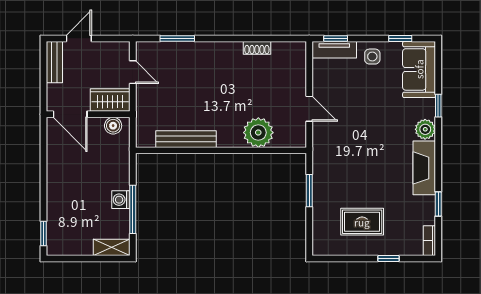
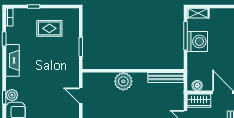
plant: (425, 129) -> (12, 95), moved
plant: (258, 133) -> (123, 81), moved
bench: (186, 139) -> (166, 77), moved
washing machine: (121, 200) -> (197, 42), width x1.89, depth x1.89

